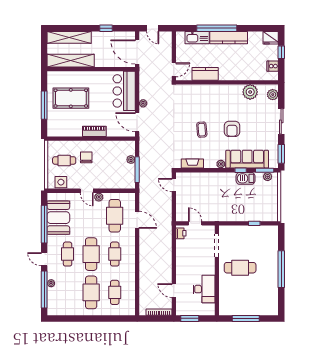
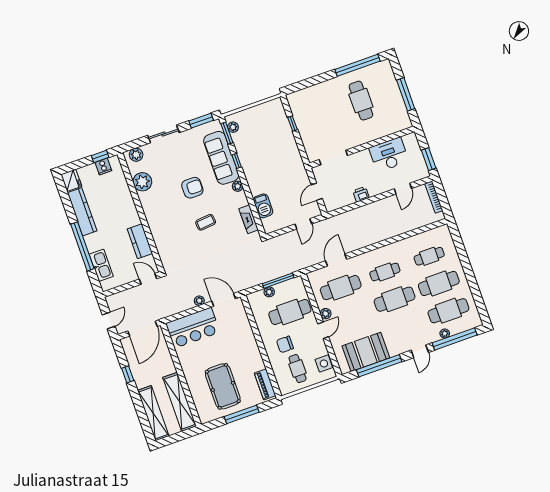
kitchen counter: (229, 38) -> (82, 212), moved
window: (281, 52) -> (100, 156), moved
door: (137, 122) -> (224, 300), swing flipped
piano: (94, 131) -> (265, 384), moved
cafe table: (110, 170) -> (290, 312), added
barbecue: (246, 178) -> (263, 206), moved
door: (174, 185) -> (303, 224), moved
printer: (181, 233) -> (361, 194), moved
cafe table: (68, 254) -> (448, 311), moved, width x1.37, depth x1.35
cafe table: (240, 268) -> (361, 101), moved
window: (281, 269) -> (358, 65), moved

